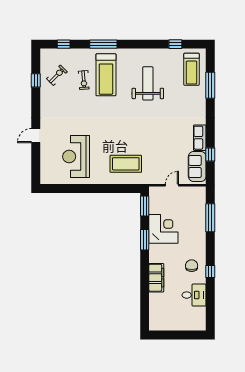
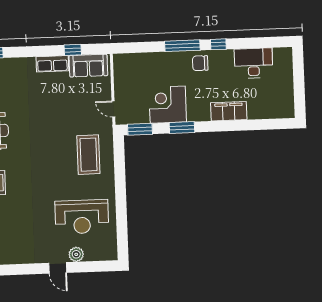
plant: (46, 151) -> (76, 254), added
door: (172, 185) -> (113, 109), moved
window: (210, 218) -> (182, 46), moved
chair: (192, 266) -> (200, 63), moved
desk: (194, 295) -> (254, 63), width x1.37

